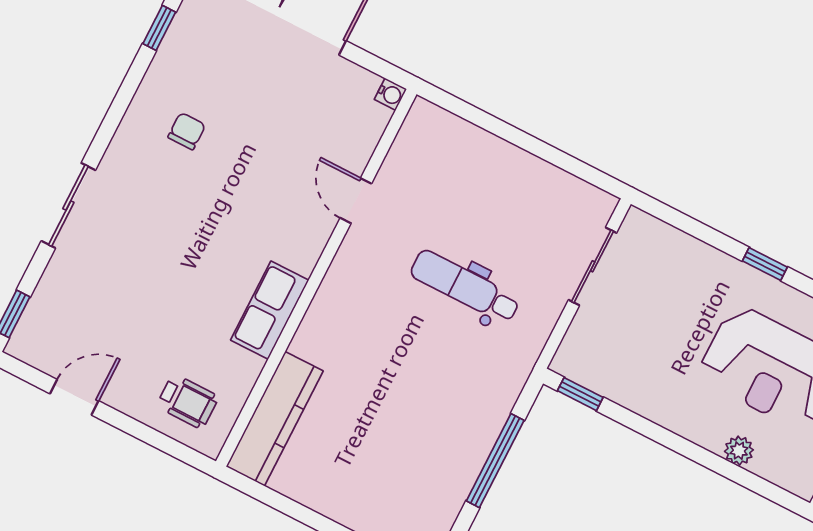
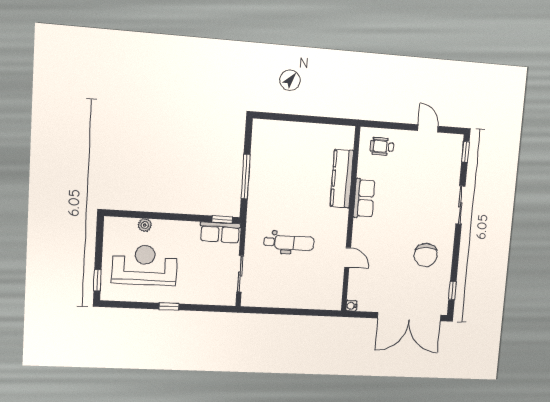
chair: (187, 131) -> (426, 255), width x1.87, depth x1.87
row of seats: (596, 370) -> (220, 232), added
door: (74, 397) -> (428, 128), swing flipped
kitchen counter: (275, 419) -> (342, 179), moved

